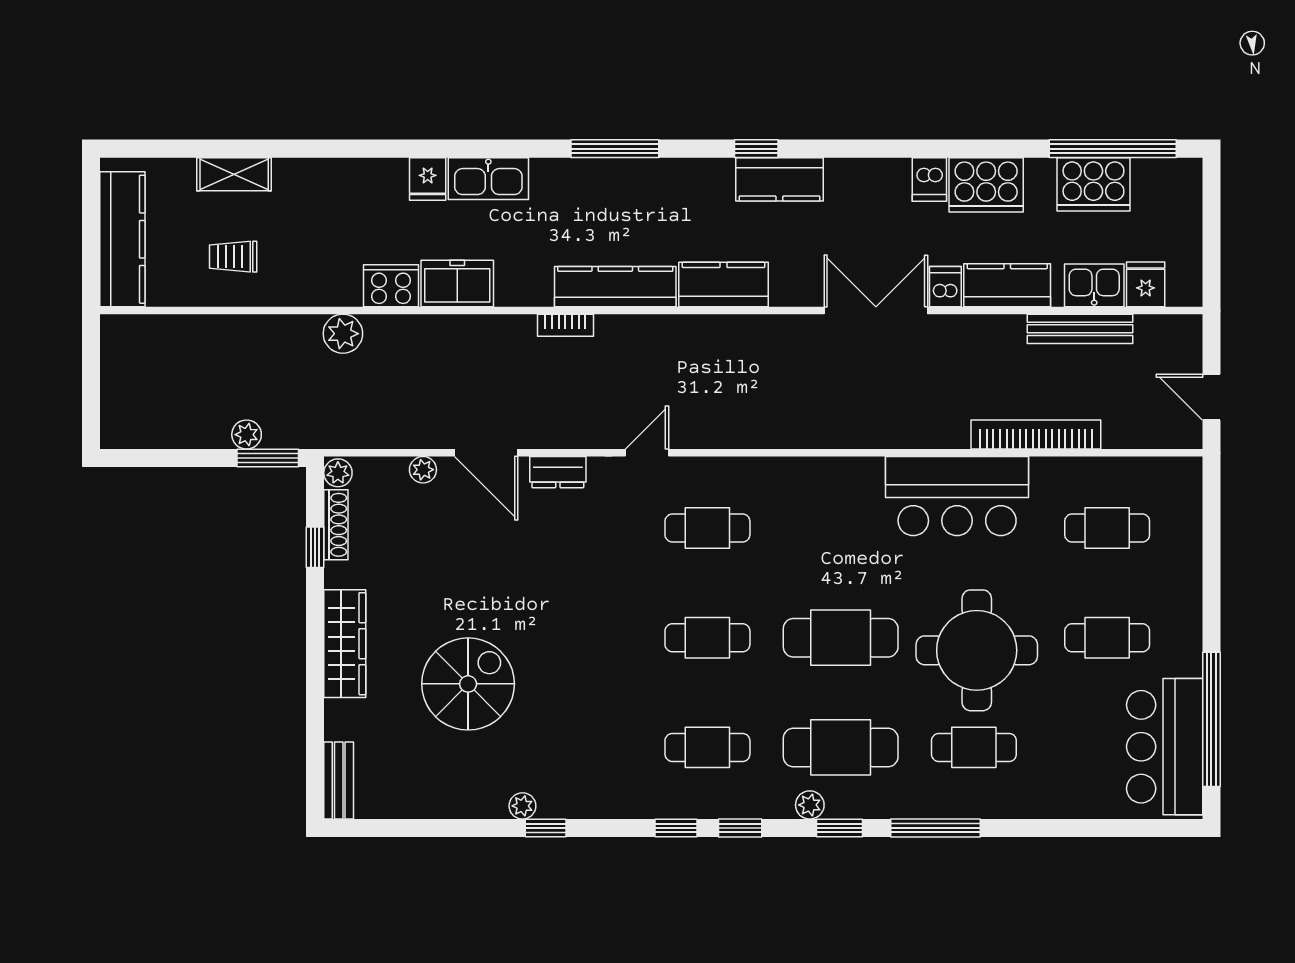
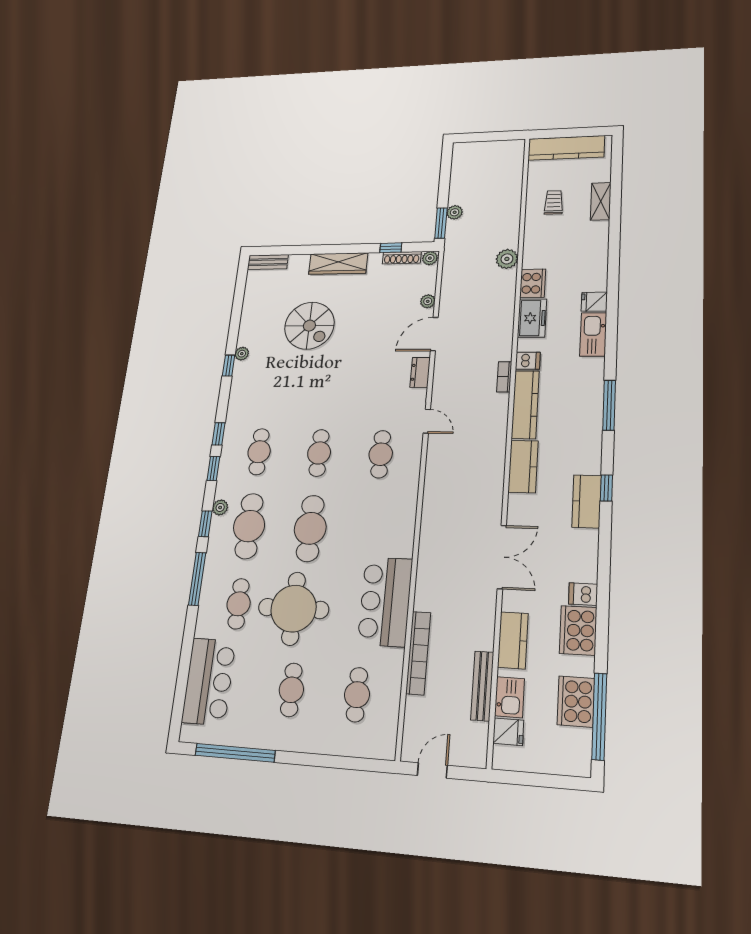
dishwasher: (945, 287) -> (528, 361), moved
bar counter: (1165, 747) -> (209, 681), moved, turned 90

